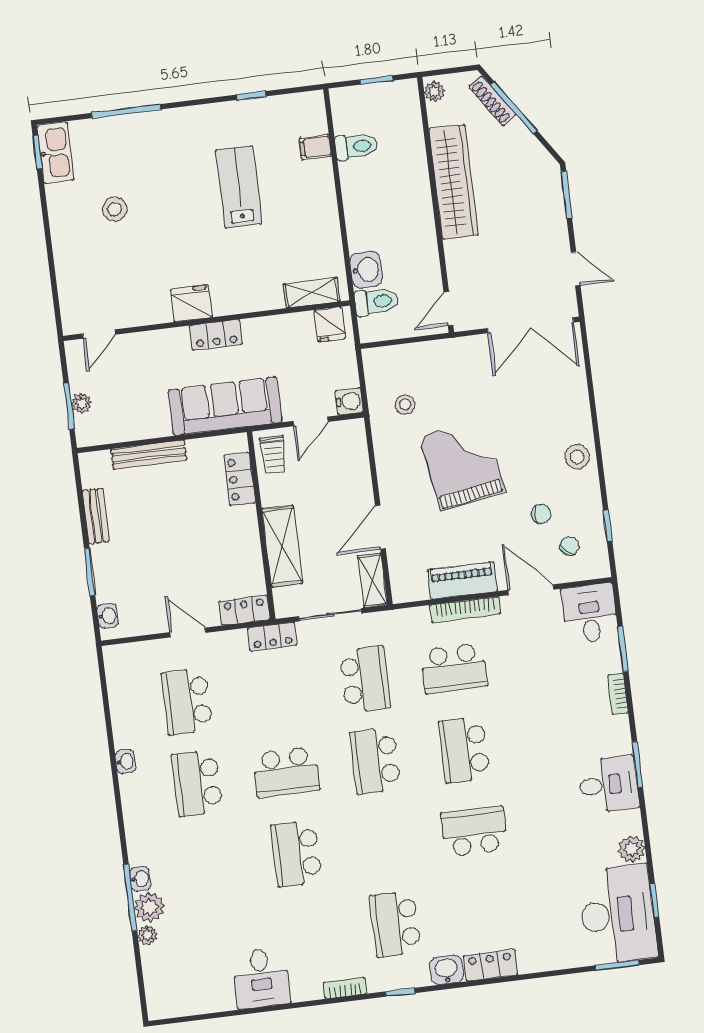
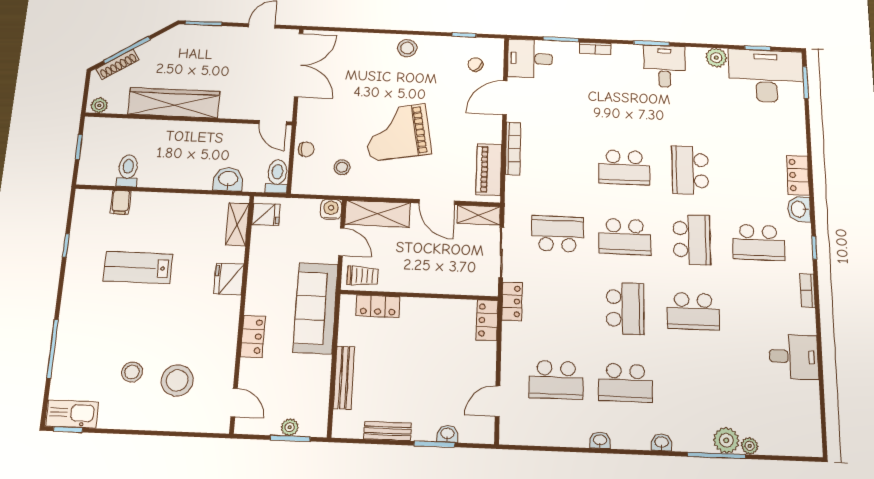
stool: (114, 263) -> (177, 380), added
toilet: (377, 302) -> (277, 176), moved
fridge: (191, 303) -> (229, 279), moved
locker: (216, 335) -> (253, 336), moved
chair: (541, 514) -> (306, 149), moved, turned 90
shelving: (282, 546) -> (378, 214), moved
piano: (462, 580) -> (489, 170), moved
washbasin: (108, 616) -> (447, 434), moved
door: (188, 633) -> (498, 401), moved
school desk: (454, 668) -> (692, 239), moved
washbasin: (140, 879) -> (661, 443), moved

